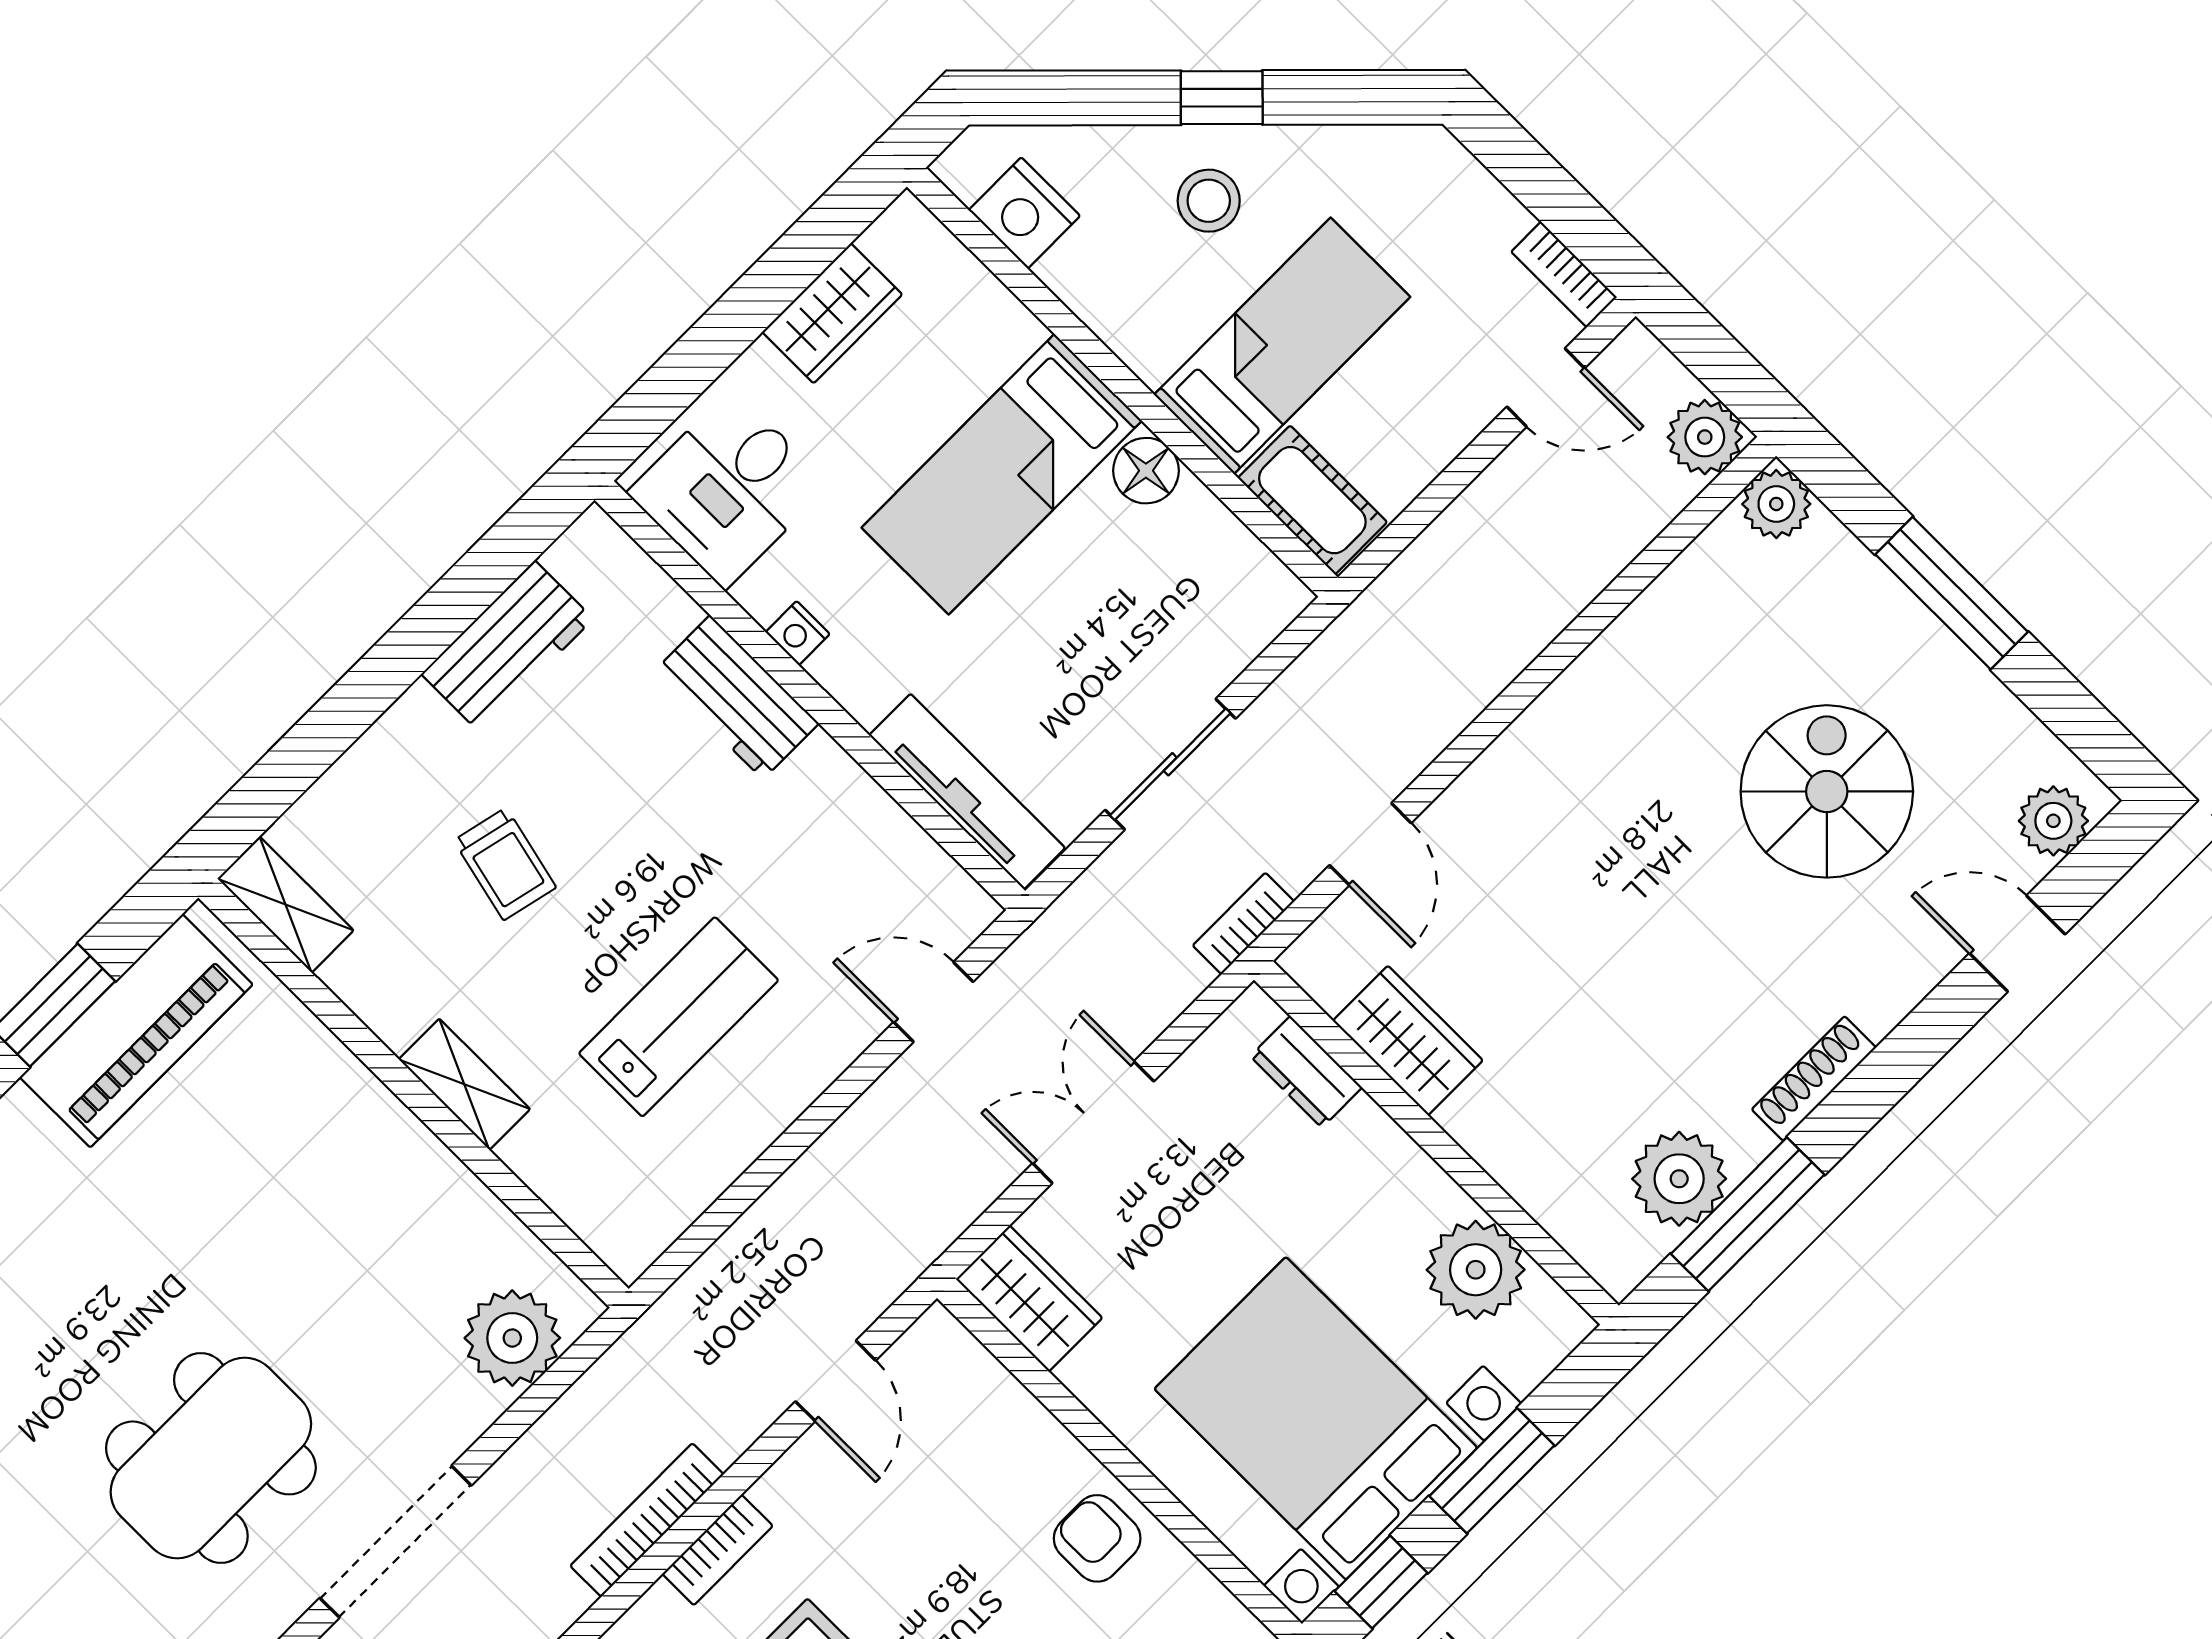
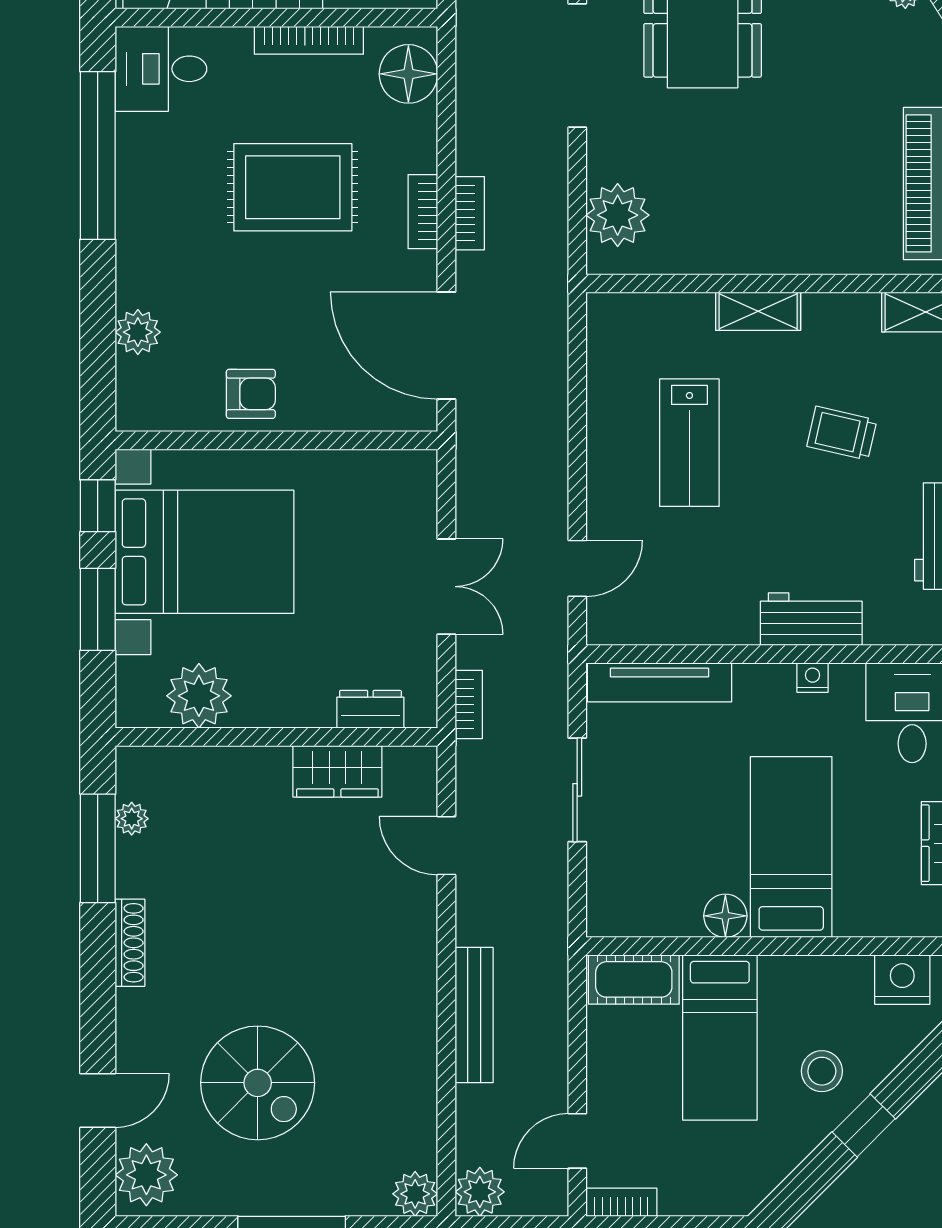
bench: (1522, 633) -> (474, 1015), added
plant: (2053, 821) -> (146, 1175), width x1.36, depth x1.36
bookcase: (1243, 924) -> (469, 704), moved
plant: (1679, 1179) -> (132, 819), width x0.53, depth x0.53
wardrobe: (1029, 1298) -> (394, 474), removed
door: (836, 1381) -> (446, 346), width x1.87
bookcase: (647, 1520) -> (470, 213), width x0.64

